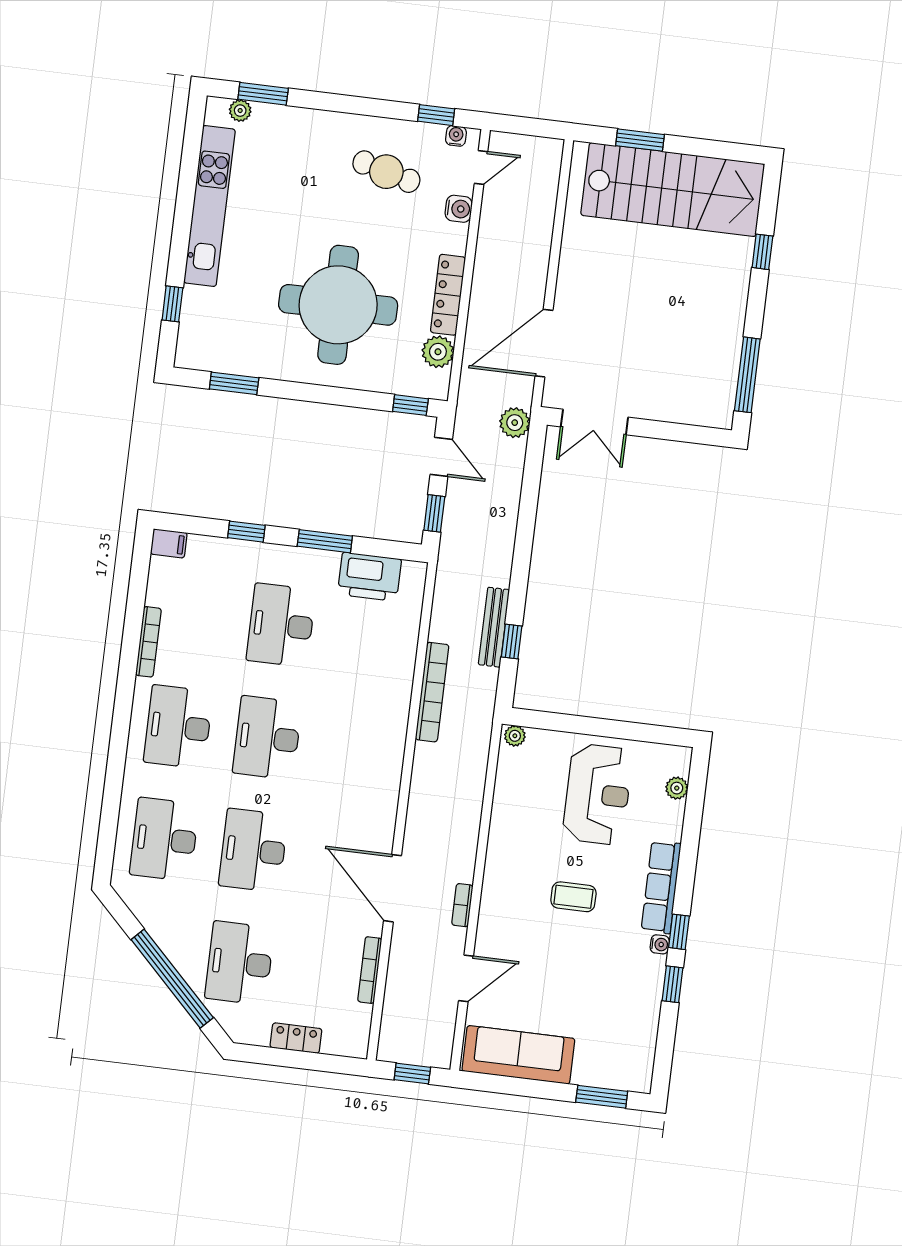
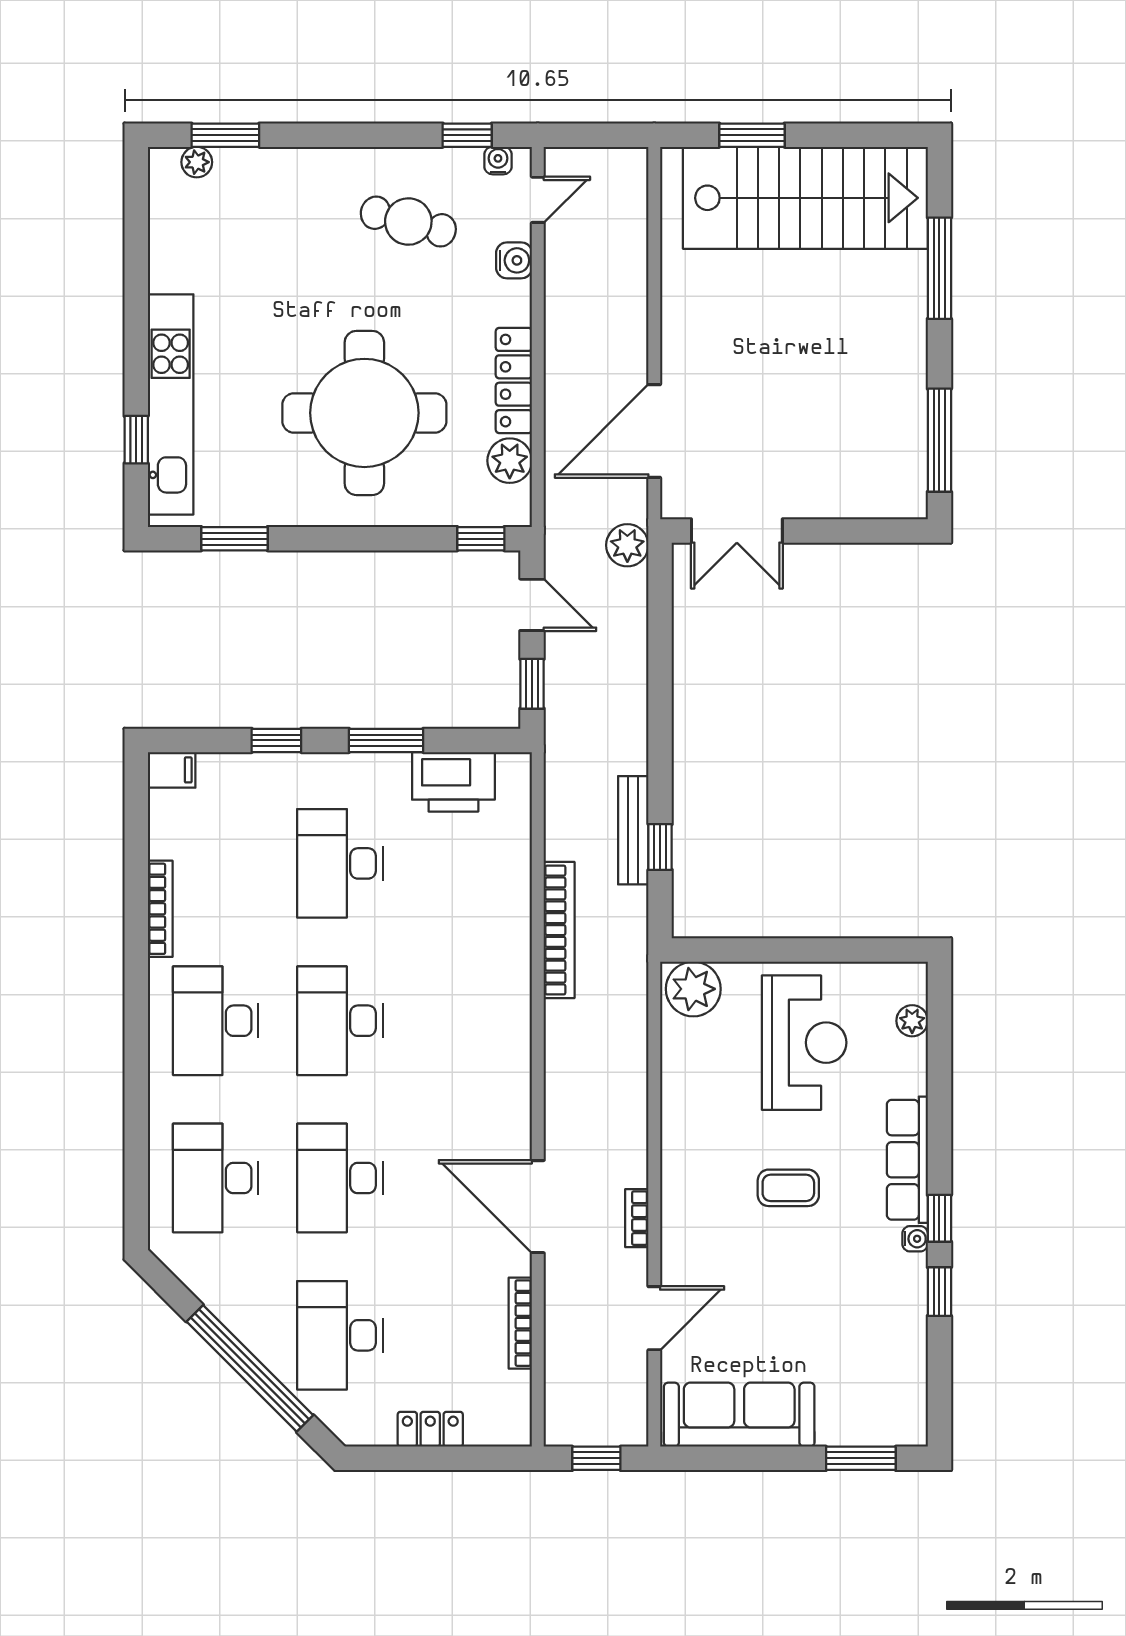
kitchen unit: (209, 206) -> (171, 404), moved
window: (762, 252) -> (939, 268), width x2.17
plant: (515, 736) -> (693, 989), width x1.87, depth x1.87

